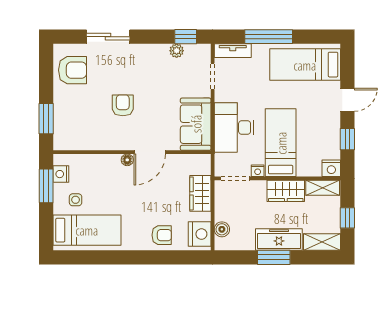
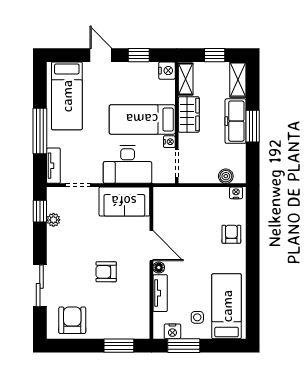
tv unit: (101, 161) -> (160, 293), added
wardrobe: (200, 193) -> (191, 197), removed
nightstand: (200, 234) -> (236, 193), width x0.53, depth x0.56

